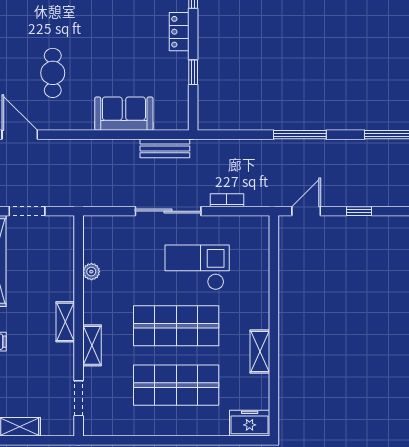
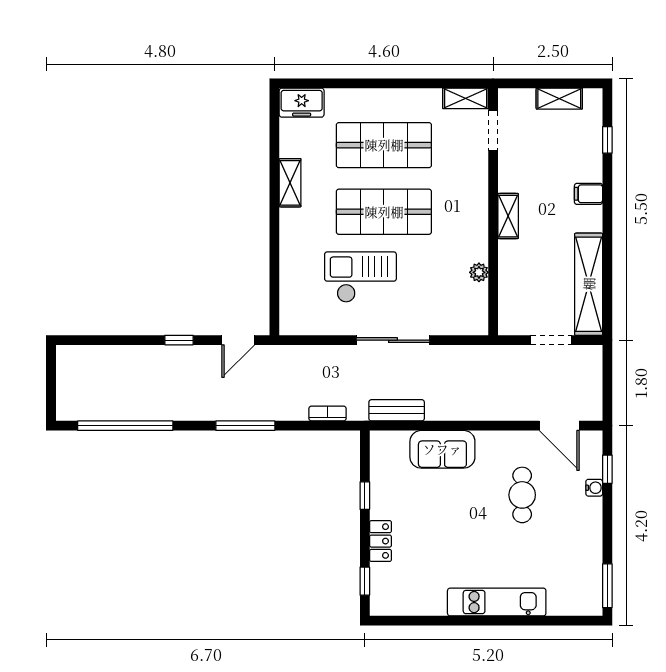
bookcase: (227, 200) -> (328, 414), moved, turned 180
checkout: (197, 267) -> (360, 277), turned 180
shelving: (92, 345) -> (466, 98), moved, turned 90

